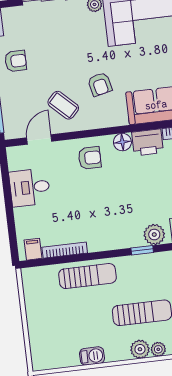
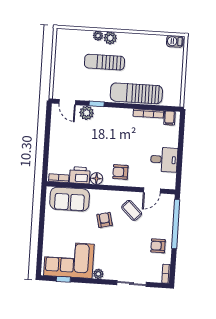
sun lounger: (87, 276) -> (136, 93), width x1.36, depth x1.34
barbecue: (92, 356) -> (175, 41), moved

